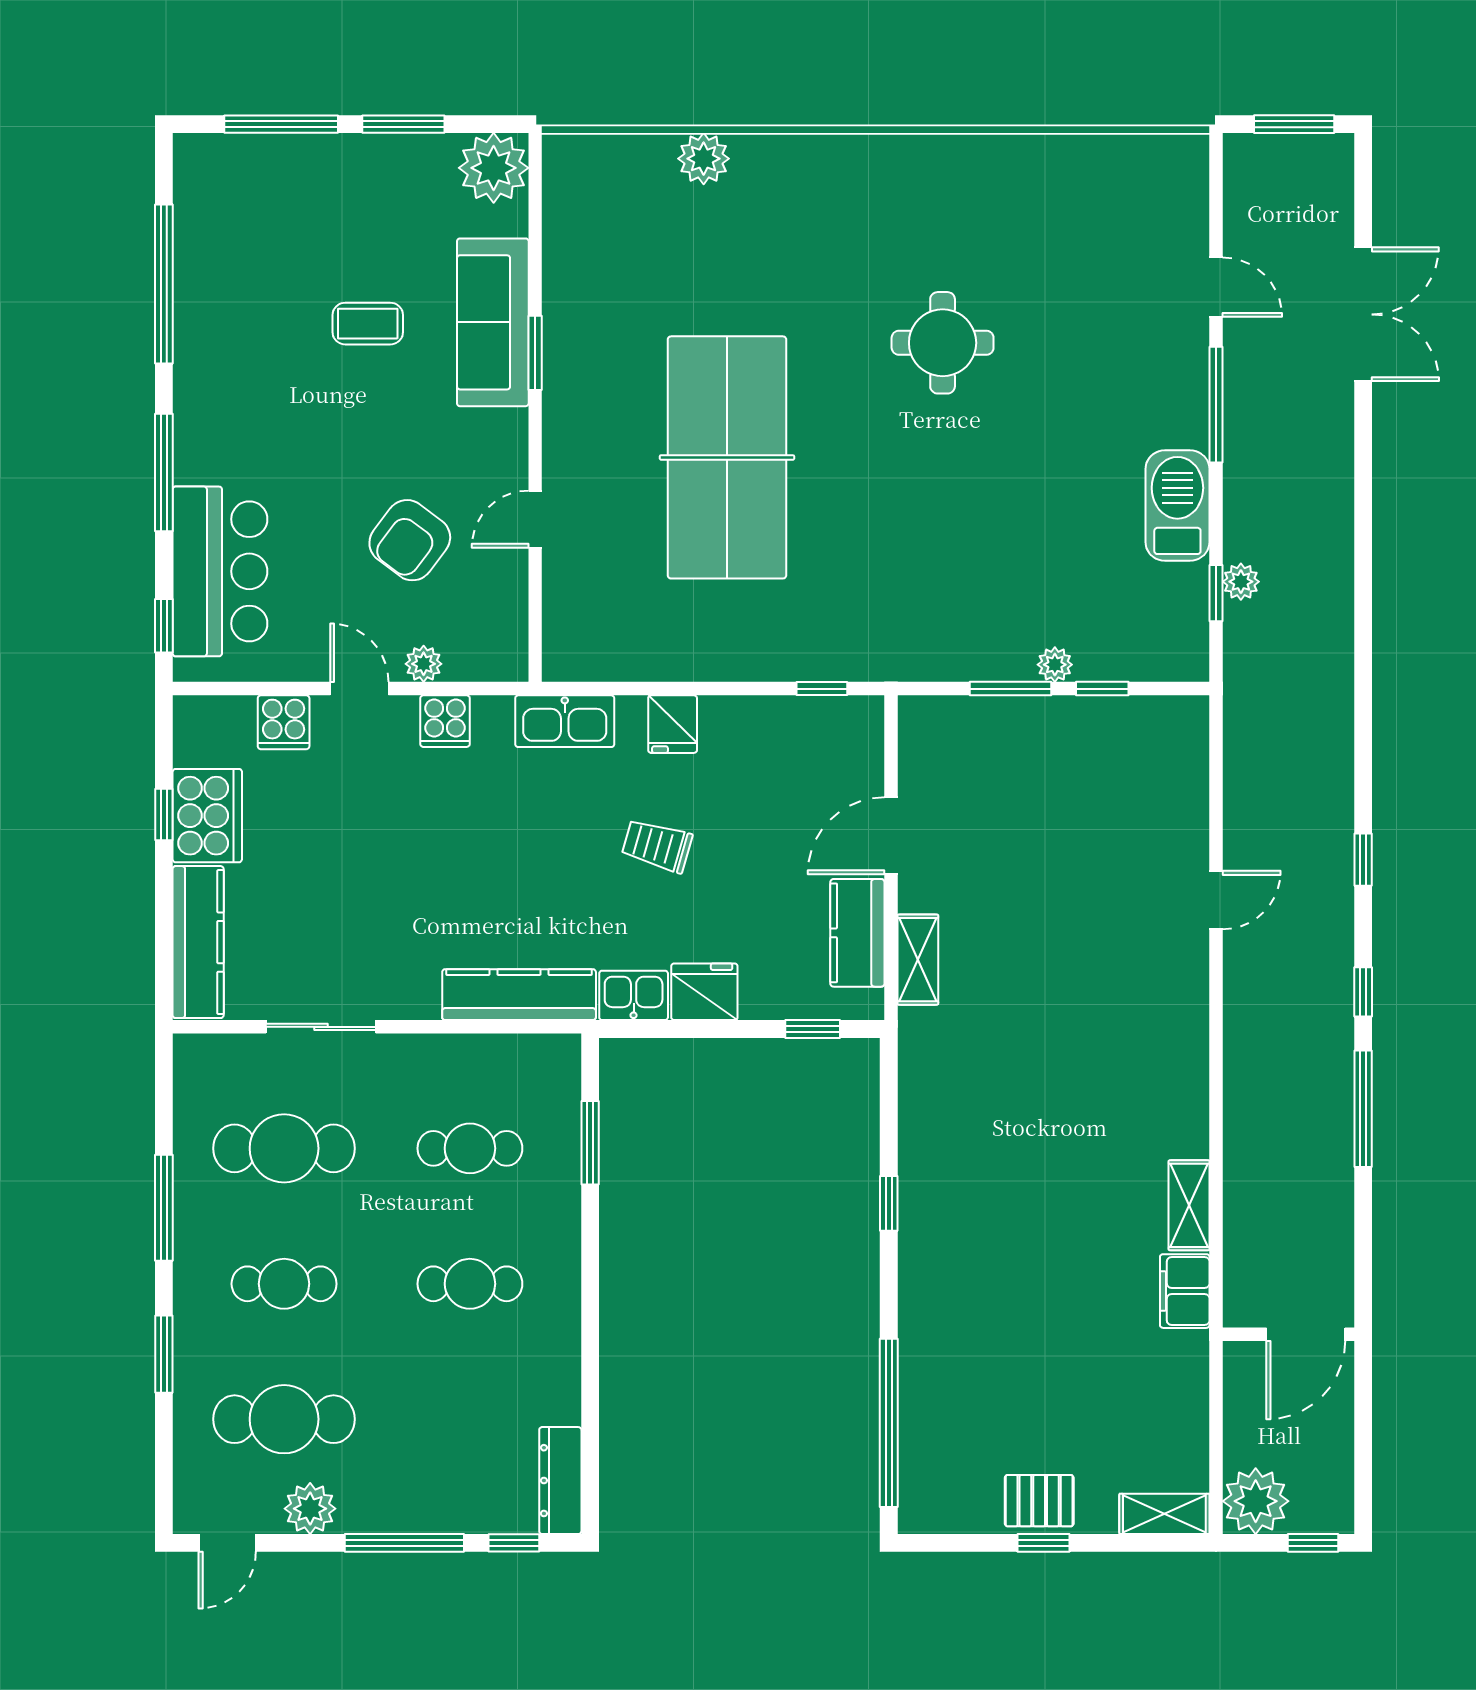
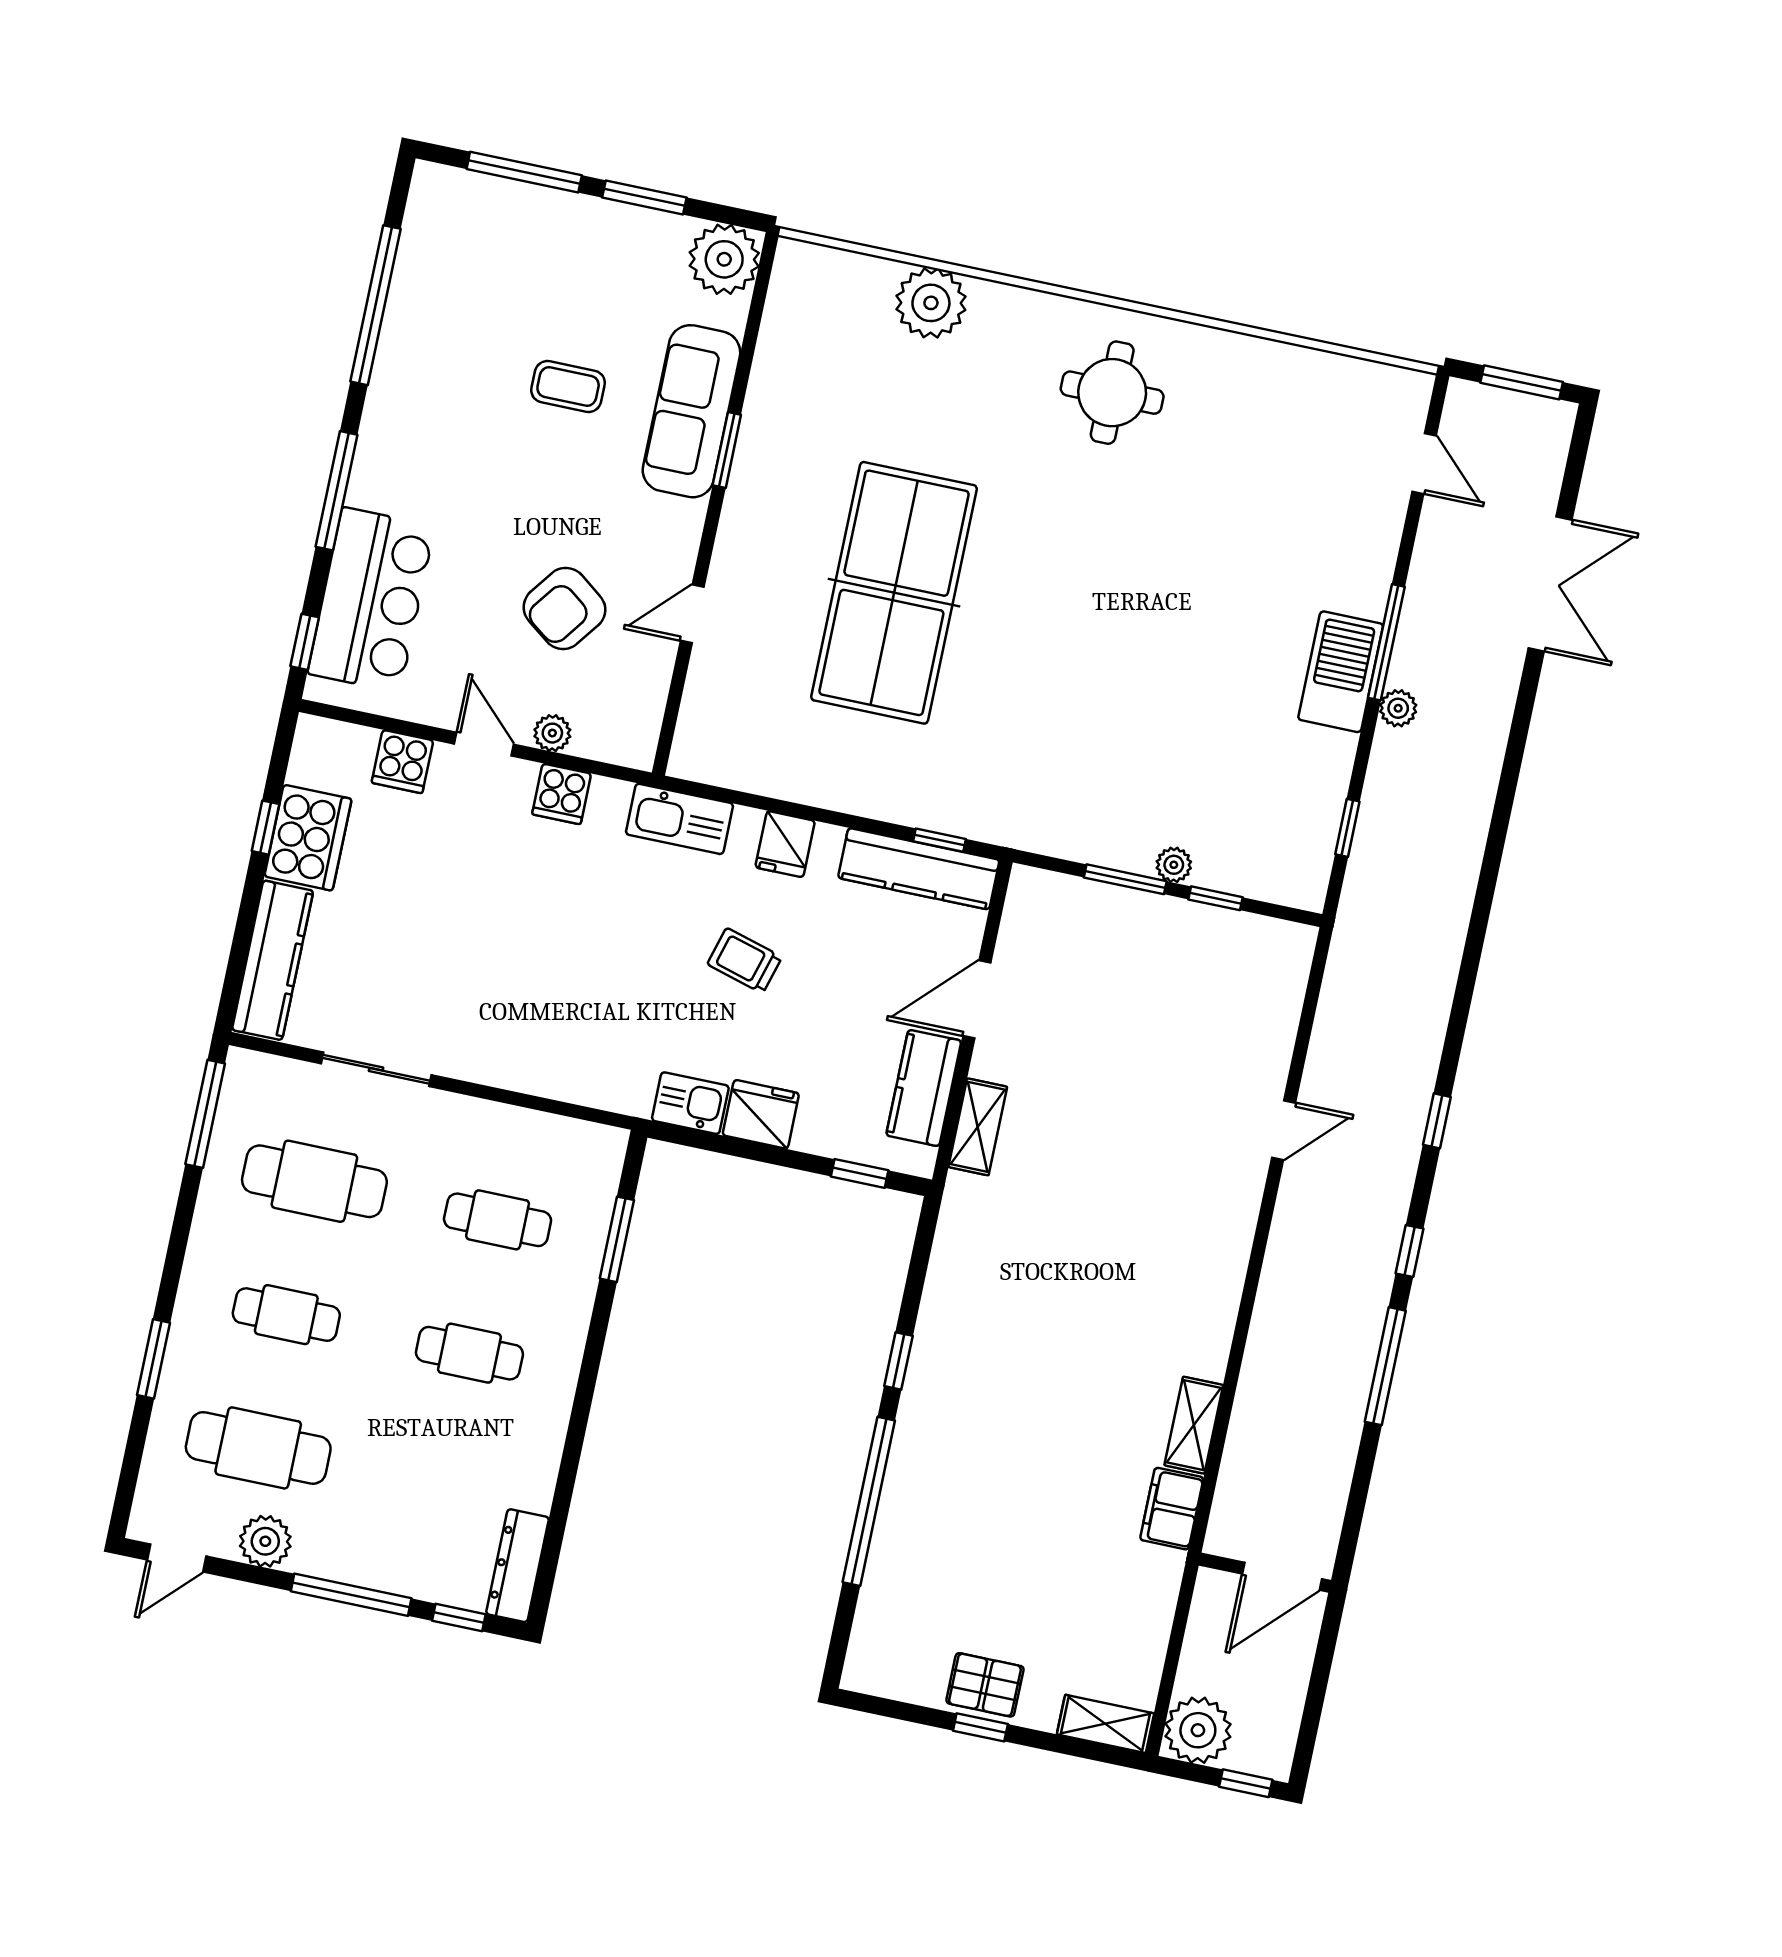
plant: (704, 159) -> (931, 303), width x1.36, depth x1.36
door: (1216, 287) -> (1424, 463), moved
round table: (943, 343) -> (1112, 393), moved
barbecue: (1177, 506) -> (1341, 672), moved
plant: (1241, 582) -> (1398, 708), moved
kitchen counter: (519, 995) -> (919, 869), moved, turned 180
window: (164, 1208) -> (205, 1114), moved
window: (889, 1423) -> (869, 1501), moved

